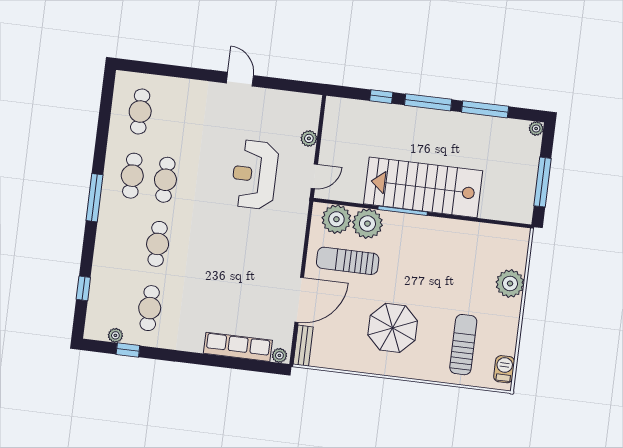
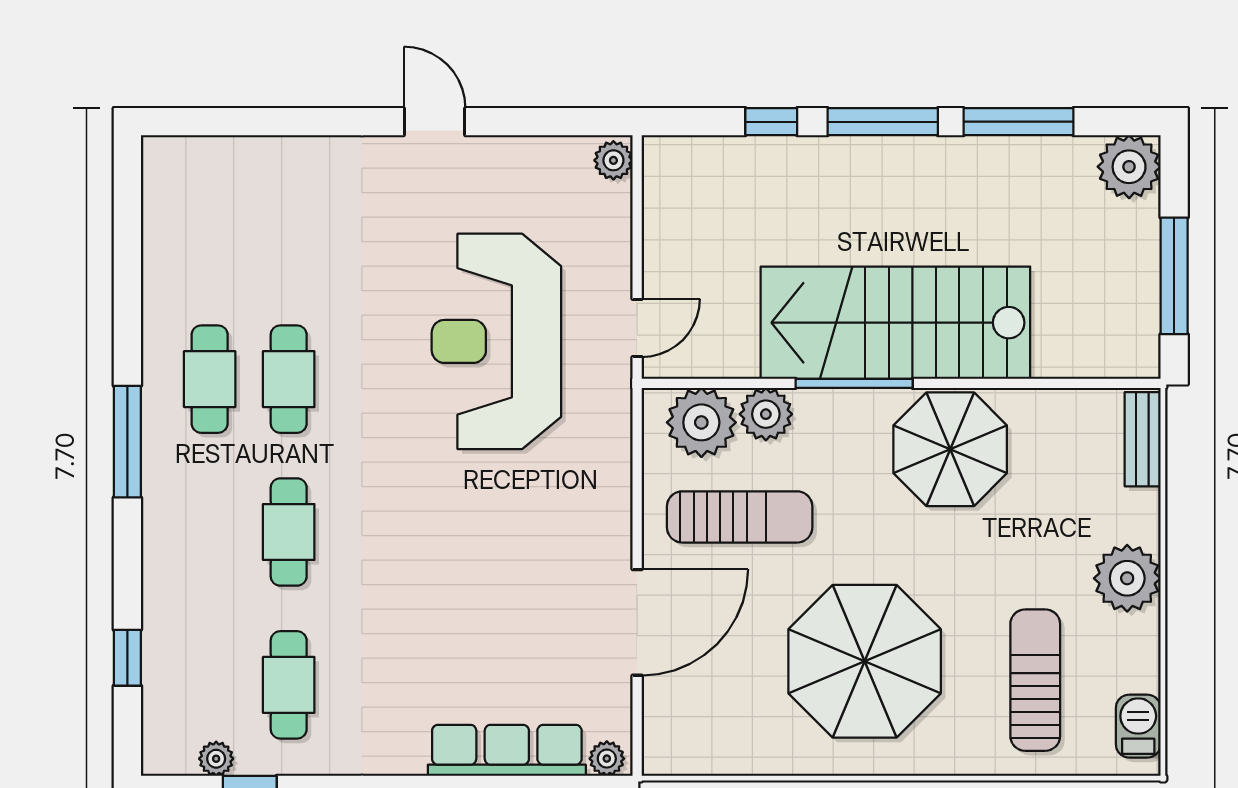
cafe table: (140, 112) -> (210, 226), removed
plant: (536, 128) -> (1129, 167), width x1.87, depth x1.87
plant: (309, 138) -> (613, 160), moved
reception desk: (255, 175) -> (496, 341), width x1.36, depth x1.30
plant: (367, 224) -> (766, 414), width x0.73, depth x0.73
parasol: (440, 243) -> (950, 449), added
sun lounger: (348, 261) -> (740, 517), turned 180
plant: (510, 283) -> (1127, 578), moved
parasol: (393, 328) -> (865, 661), width x1.36, depth x1.36
bench: (303, 346) -> (1143, 439), moved

